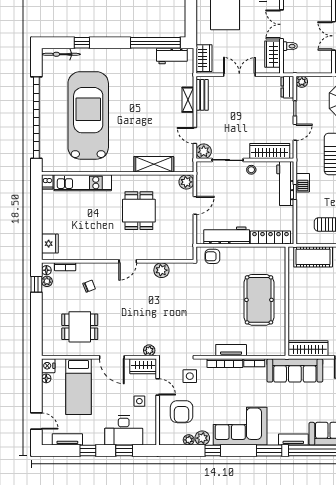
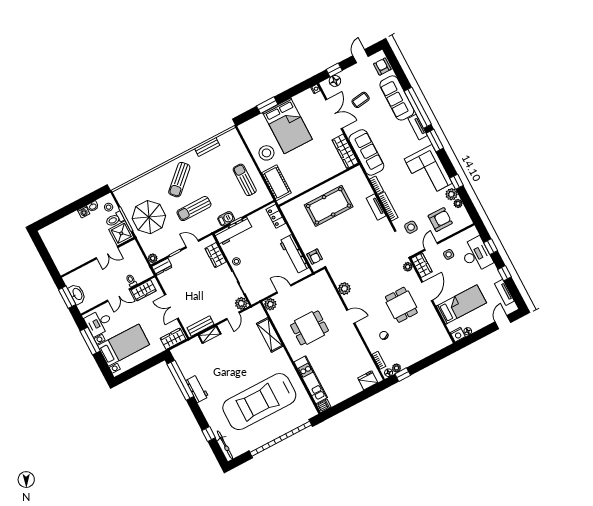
workbench: (172, 56) -> (197, 389), moved
wardrobe: (270, 151) -> (216, 255), width x0.67
locker: (270, 237) -> (276, 216), width x0.66
dining table: (80, 327) -> (401, 305), moved

